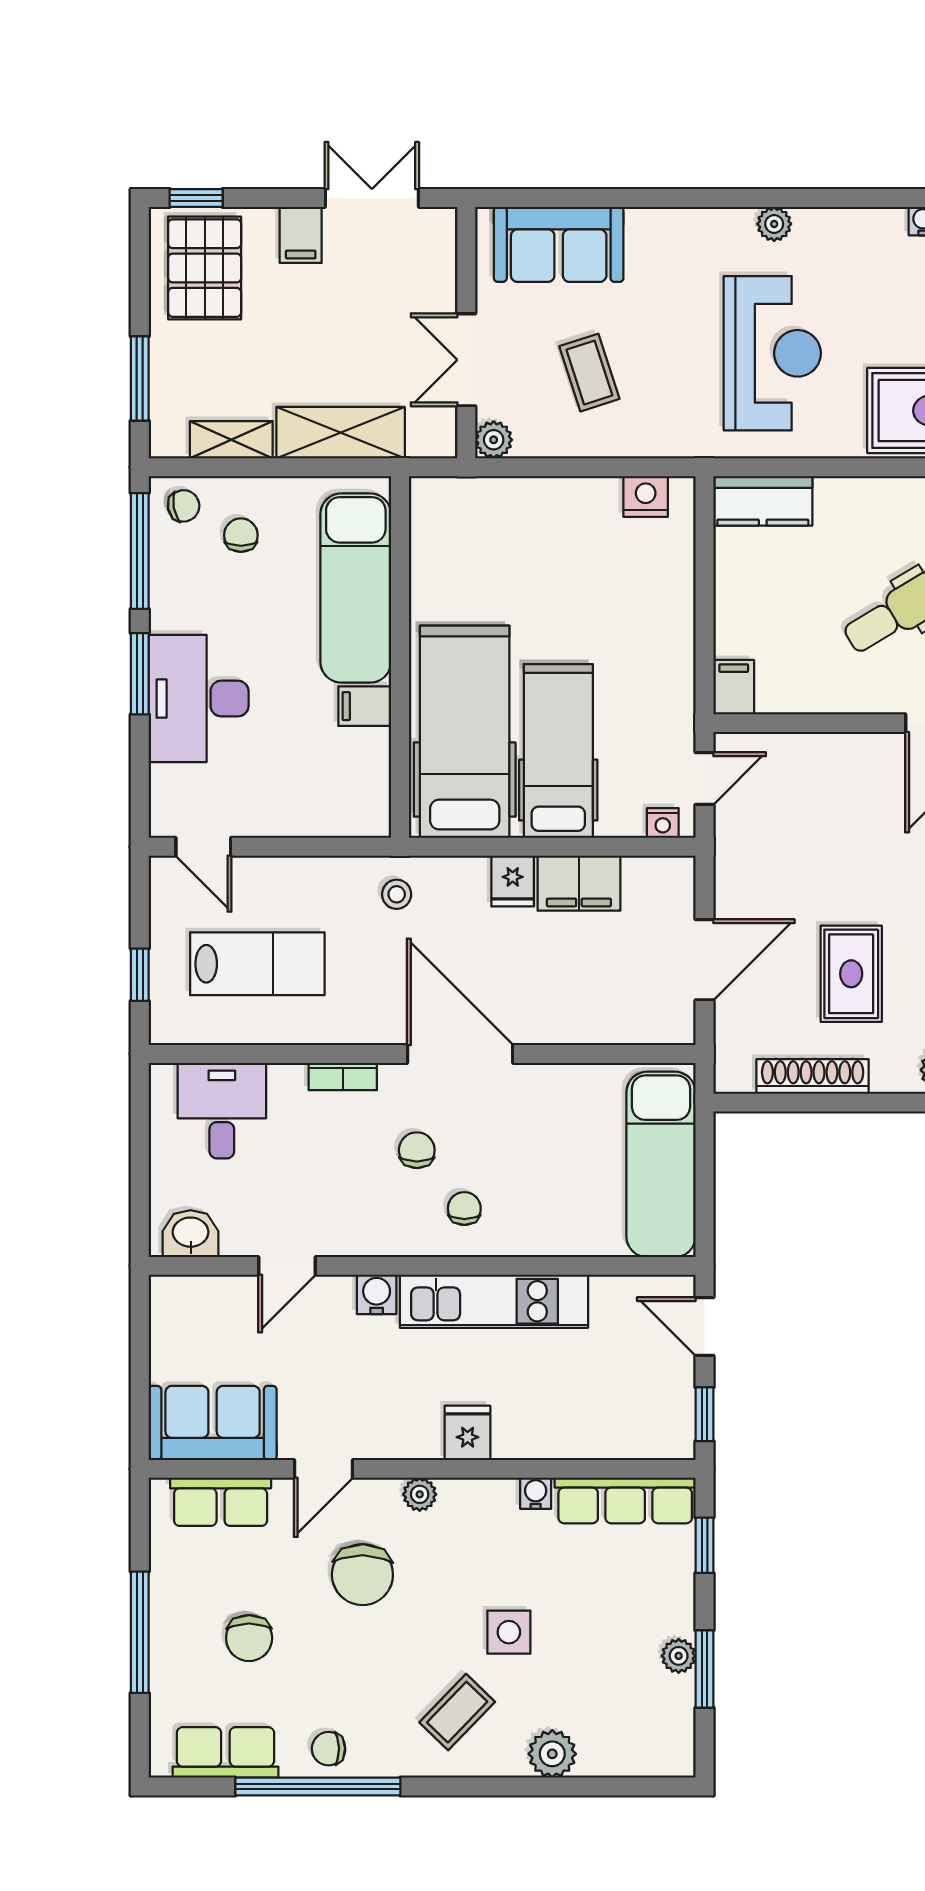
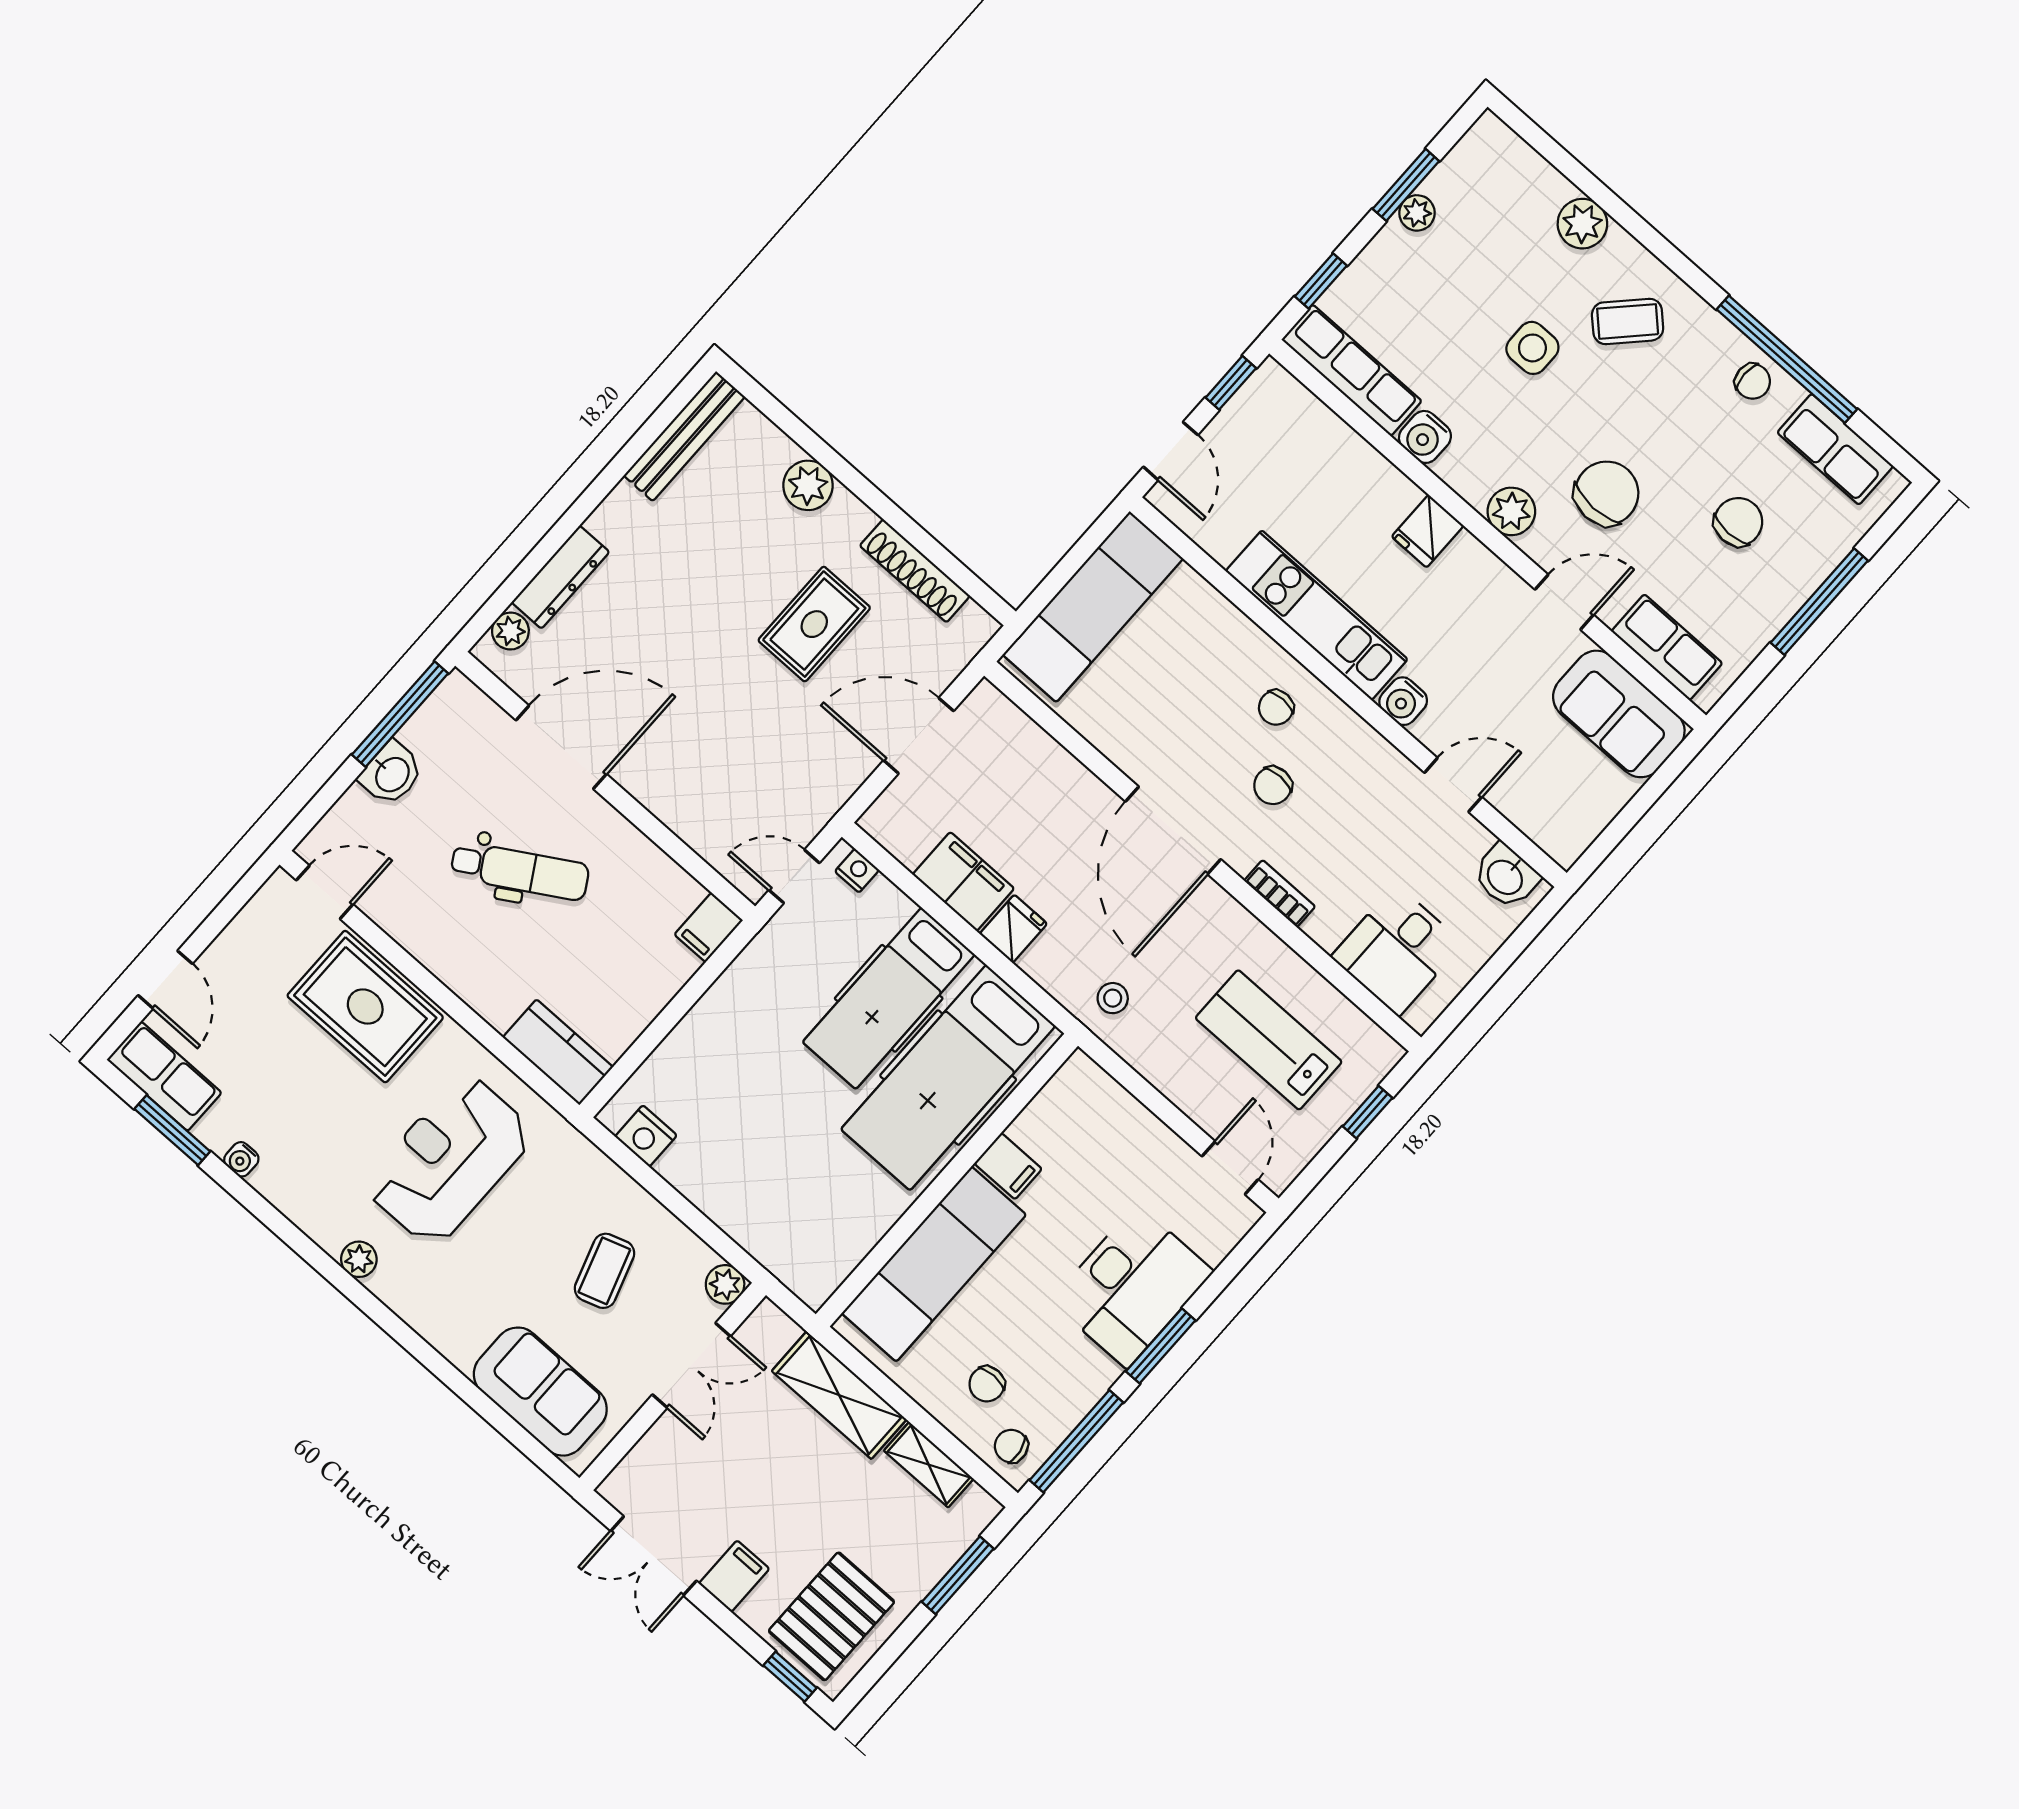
water cooler: (536, 1493) -> (1425, 437), width x1.38, depth x1.38
plant: (420, 1494) -> (1511, 511), width x1.38, depth x1.38

